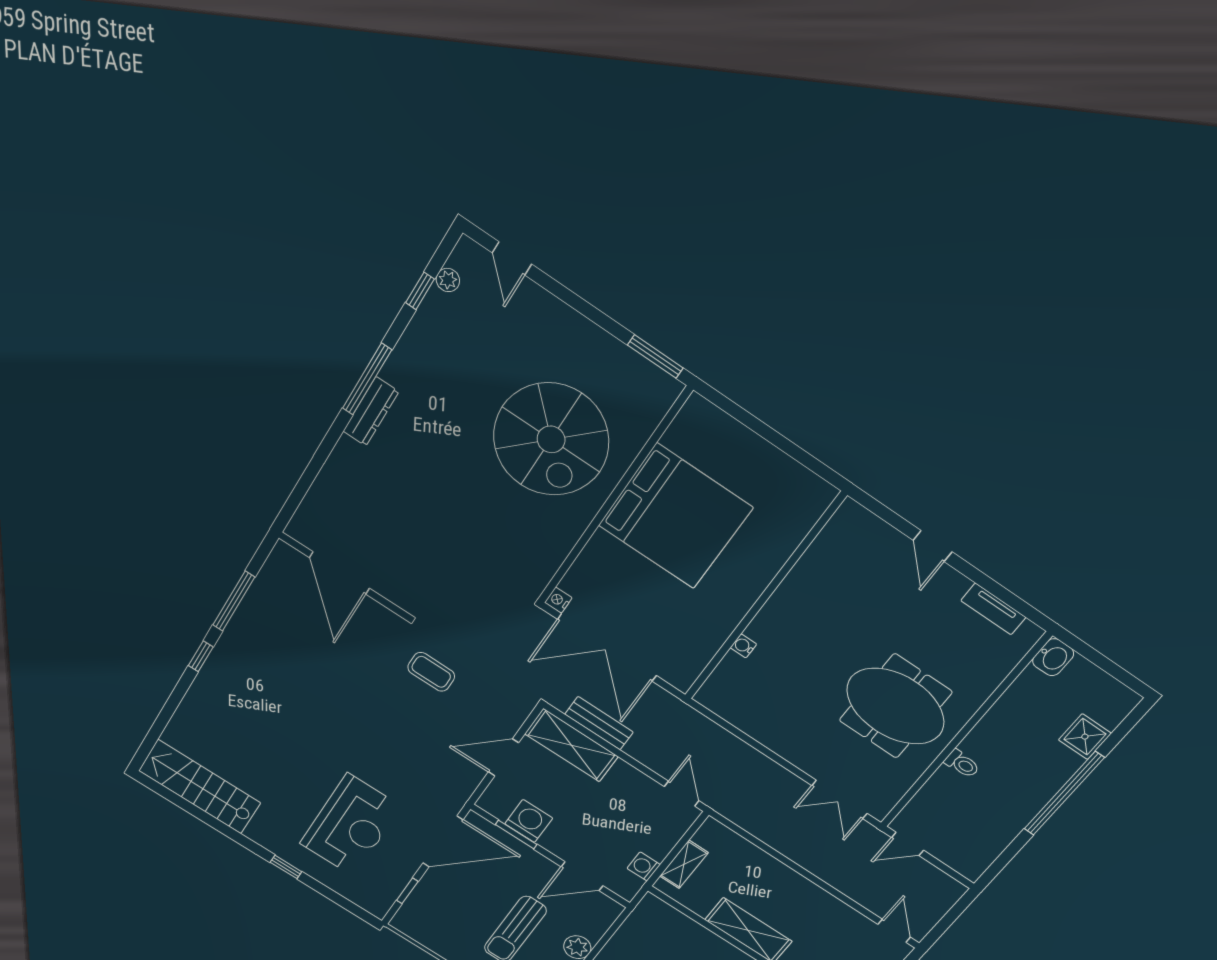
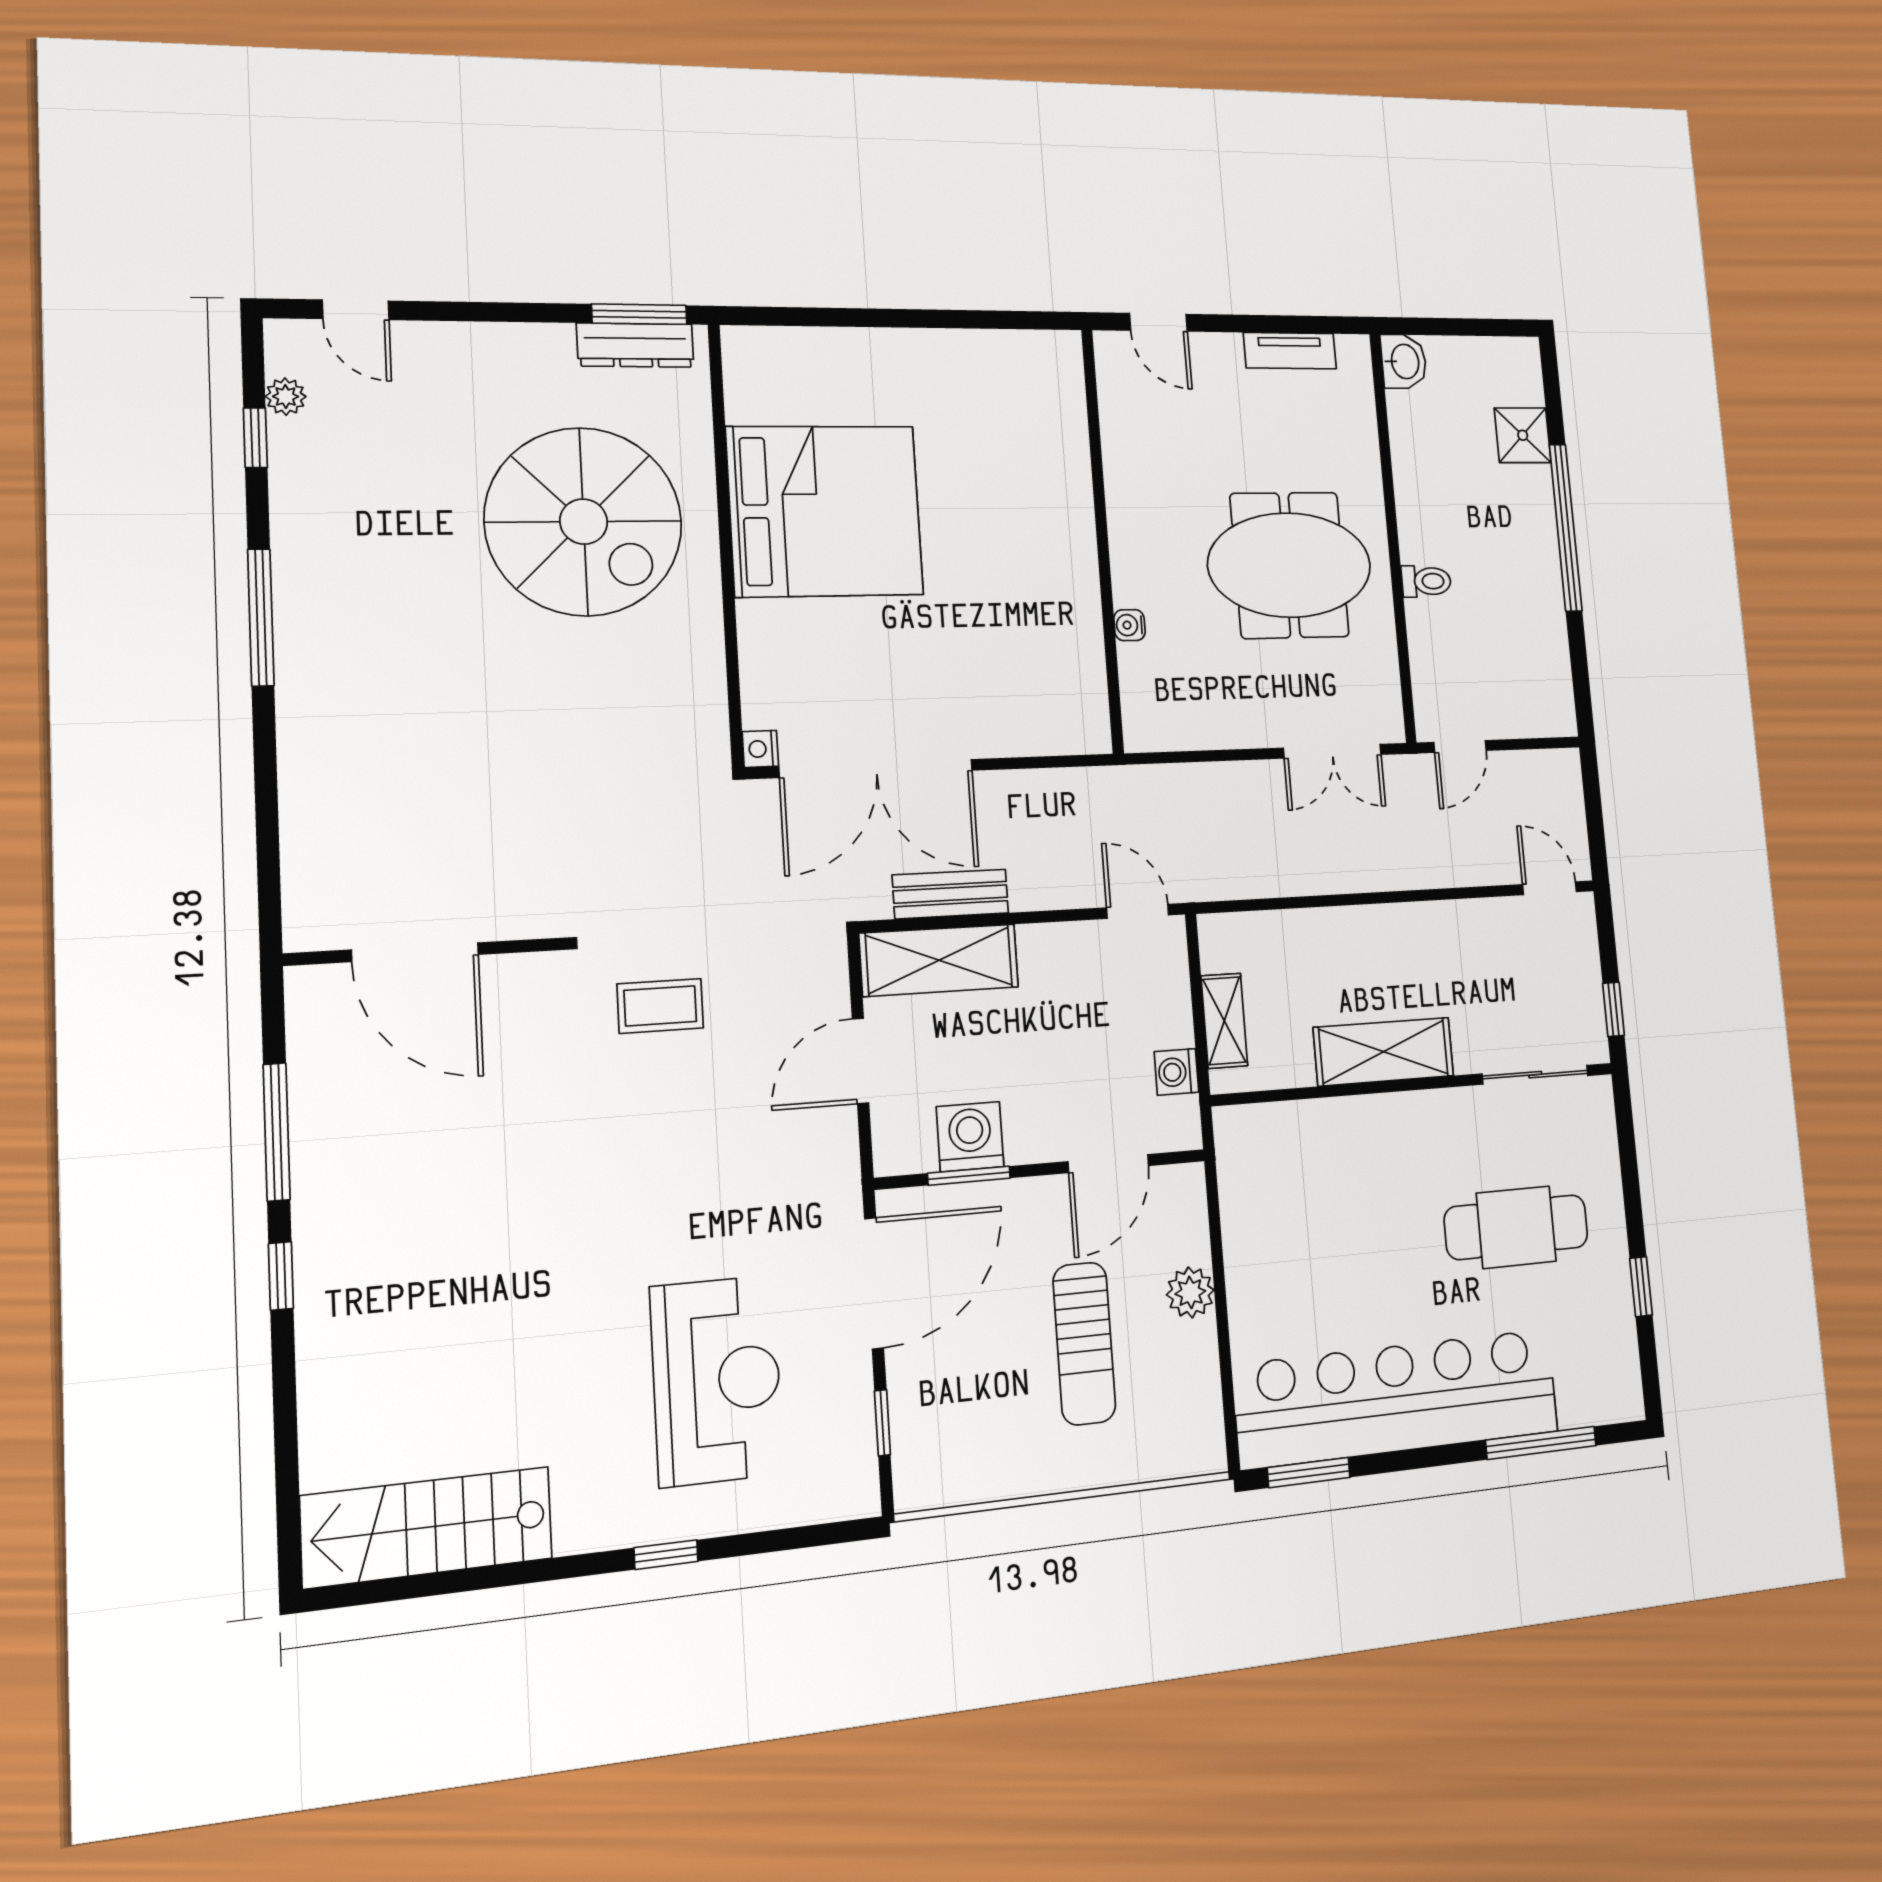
dresser: (371, 412) -> (635, 345), moved, turned 90
wall: (764, 598) -> (1102, 540), moved
water cooler: (743, 646) -> (1129, 625), moved

